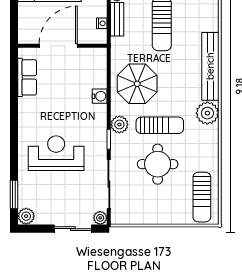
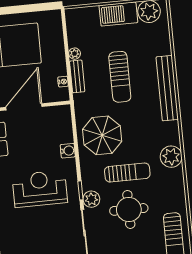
bench: (210, 66) -> (167, 88), moved
plant: (119, 125) -> (91, 199), moved
reception desk: (56, 153) -> (40, 189), moved

